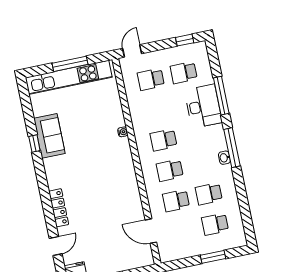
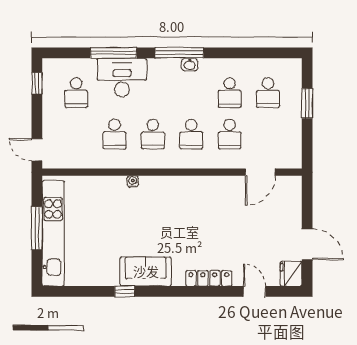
school desk: (151, 79) -> (114, 134), moved
sofa: (49, 136) -> (146, 271), moved

